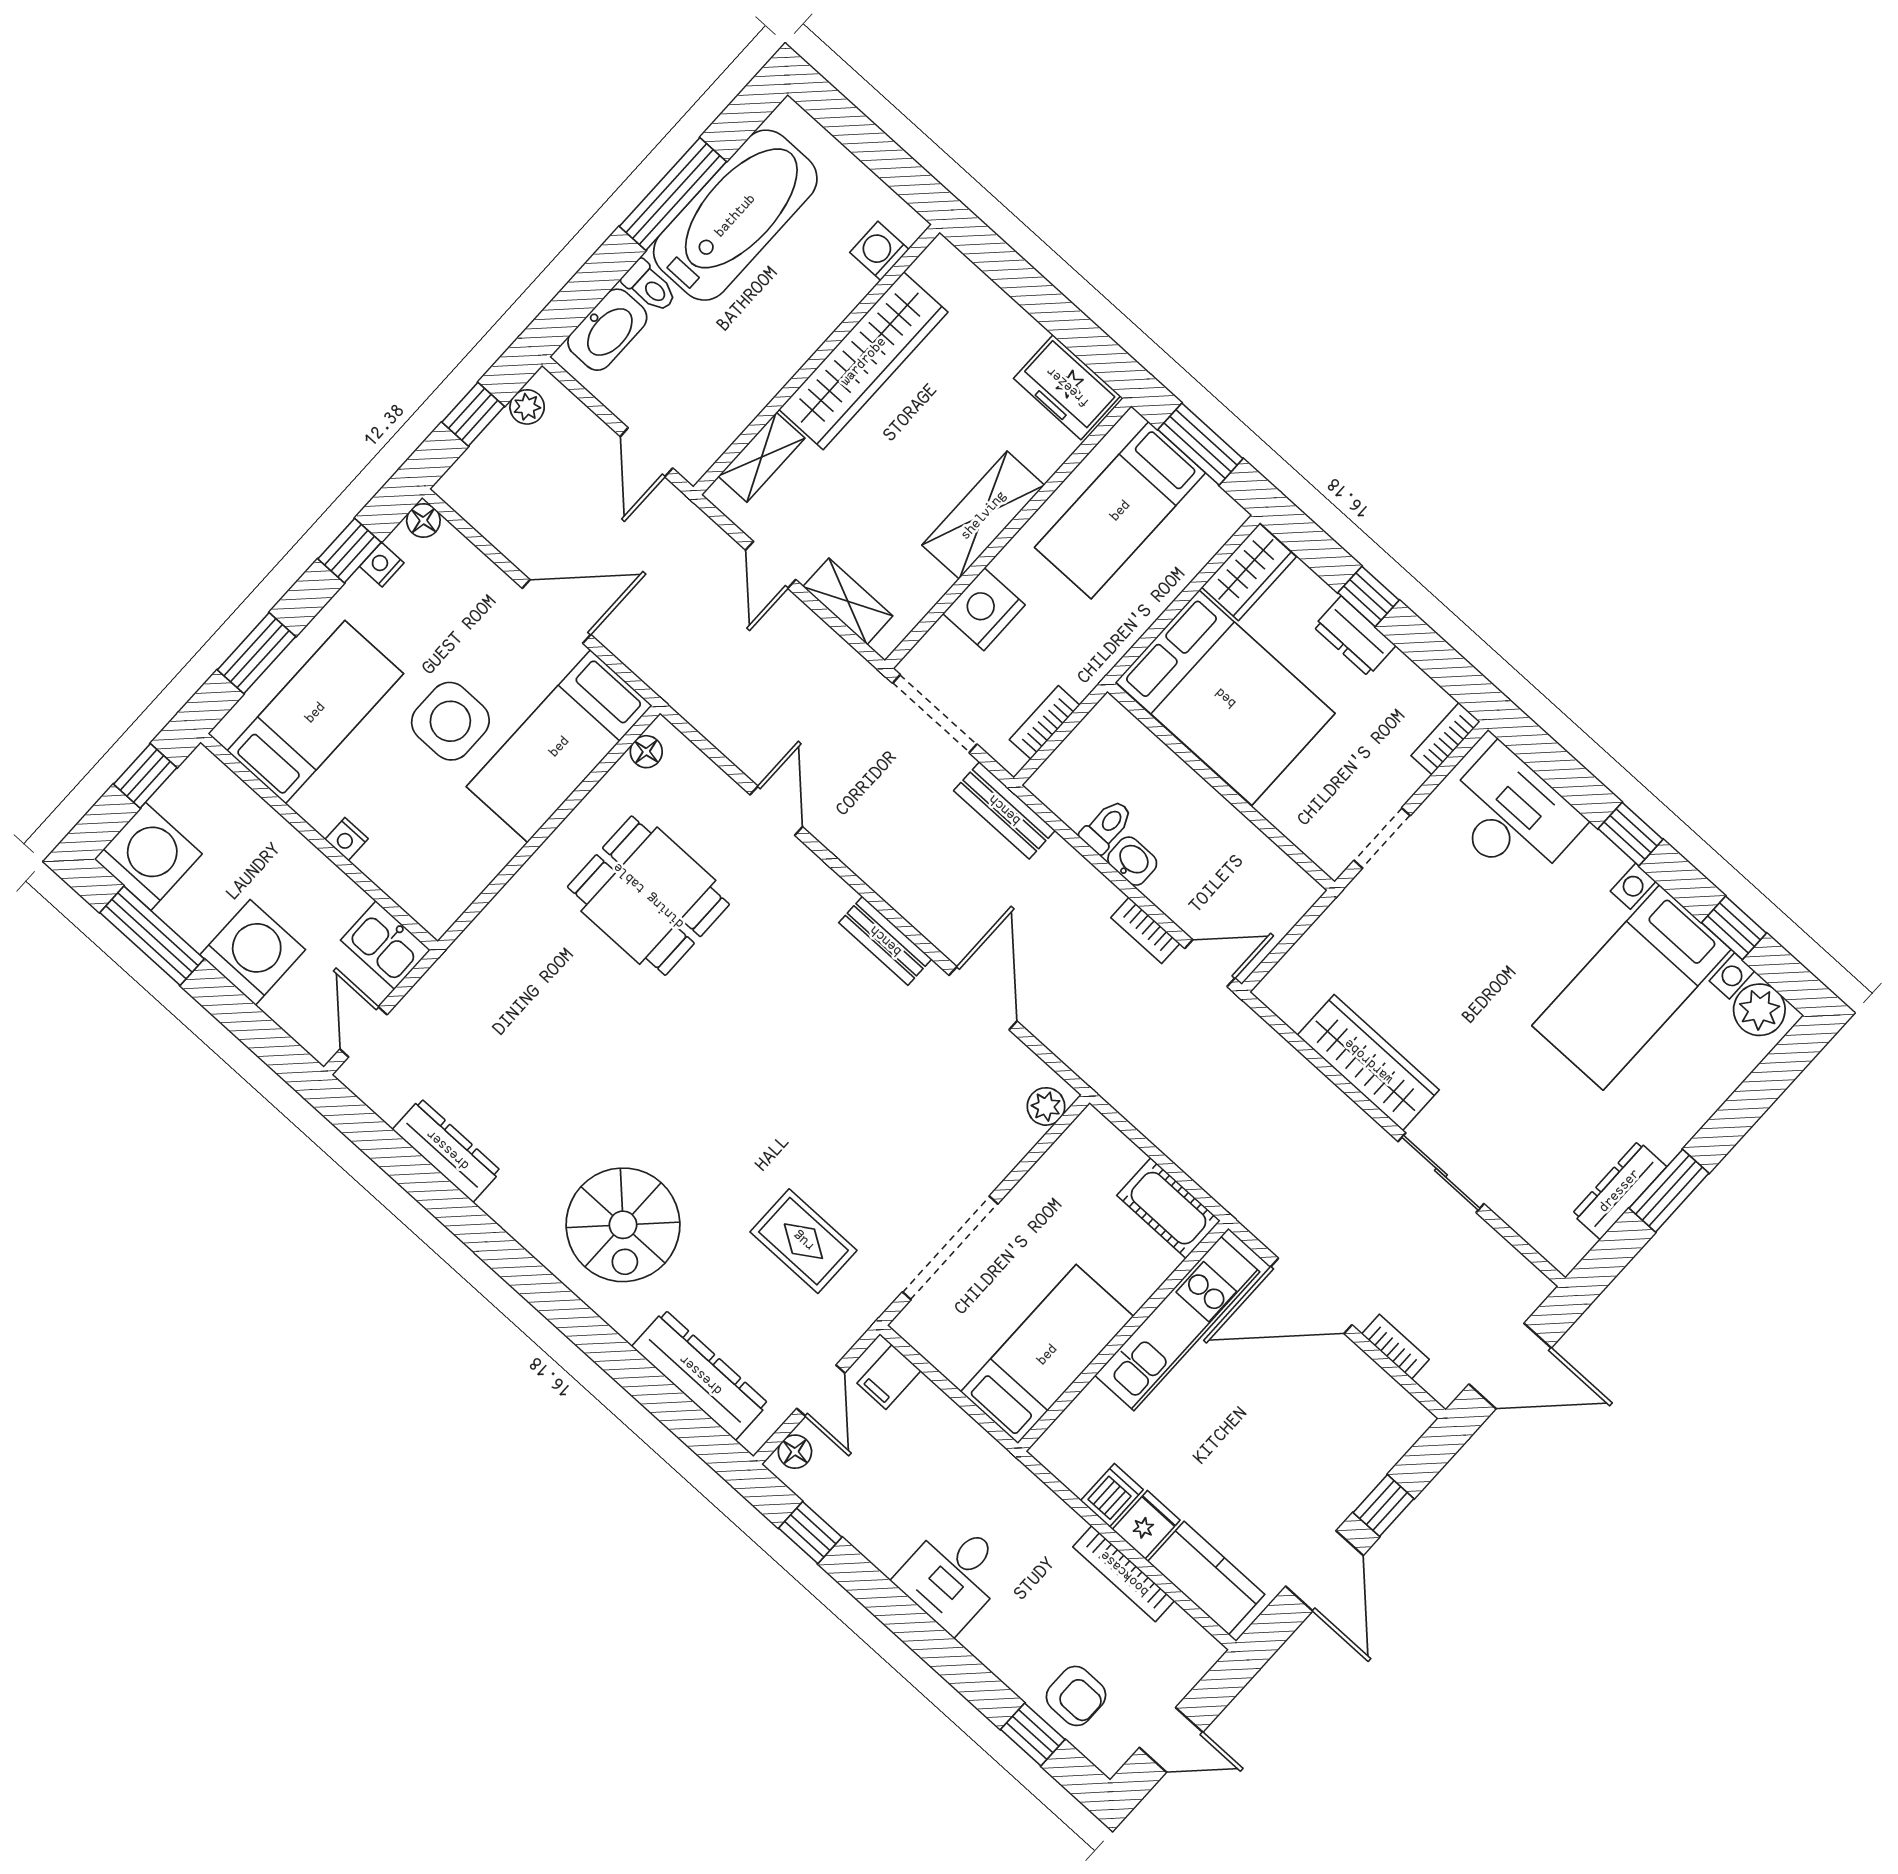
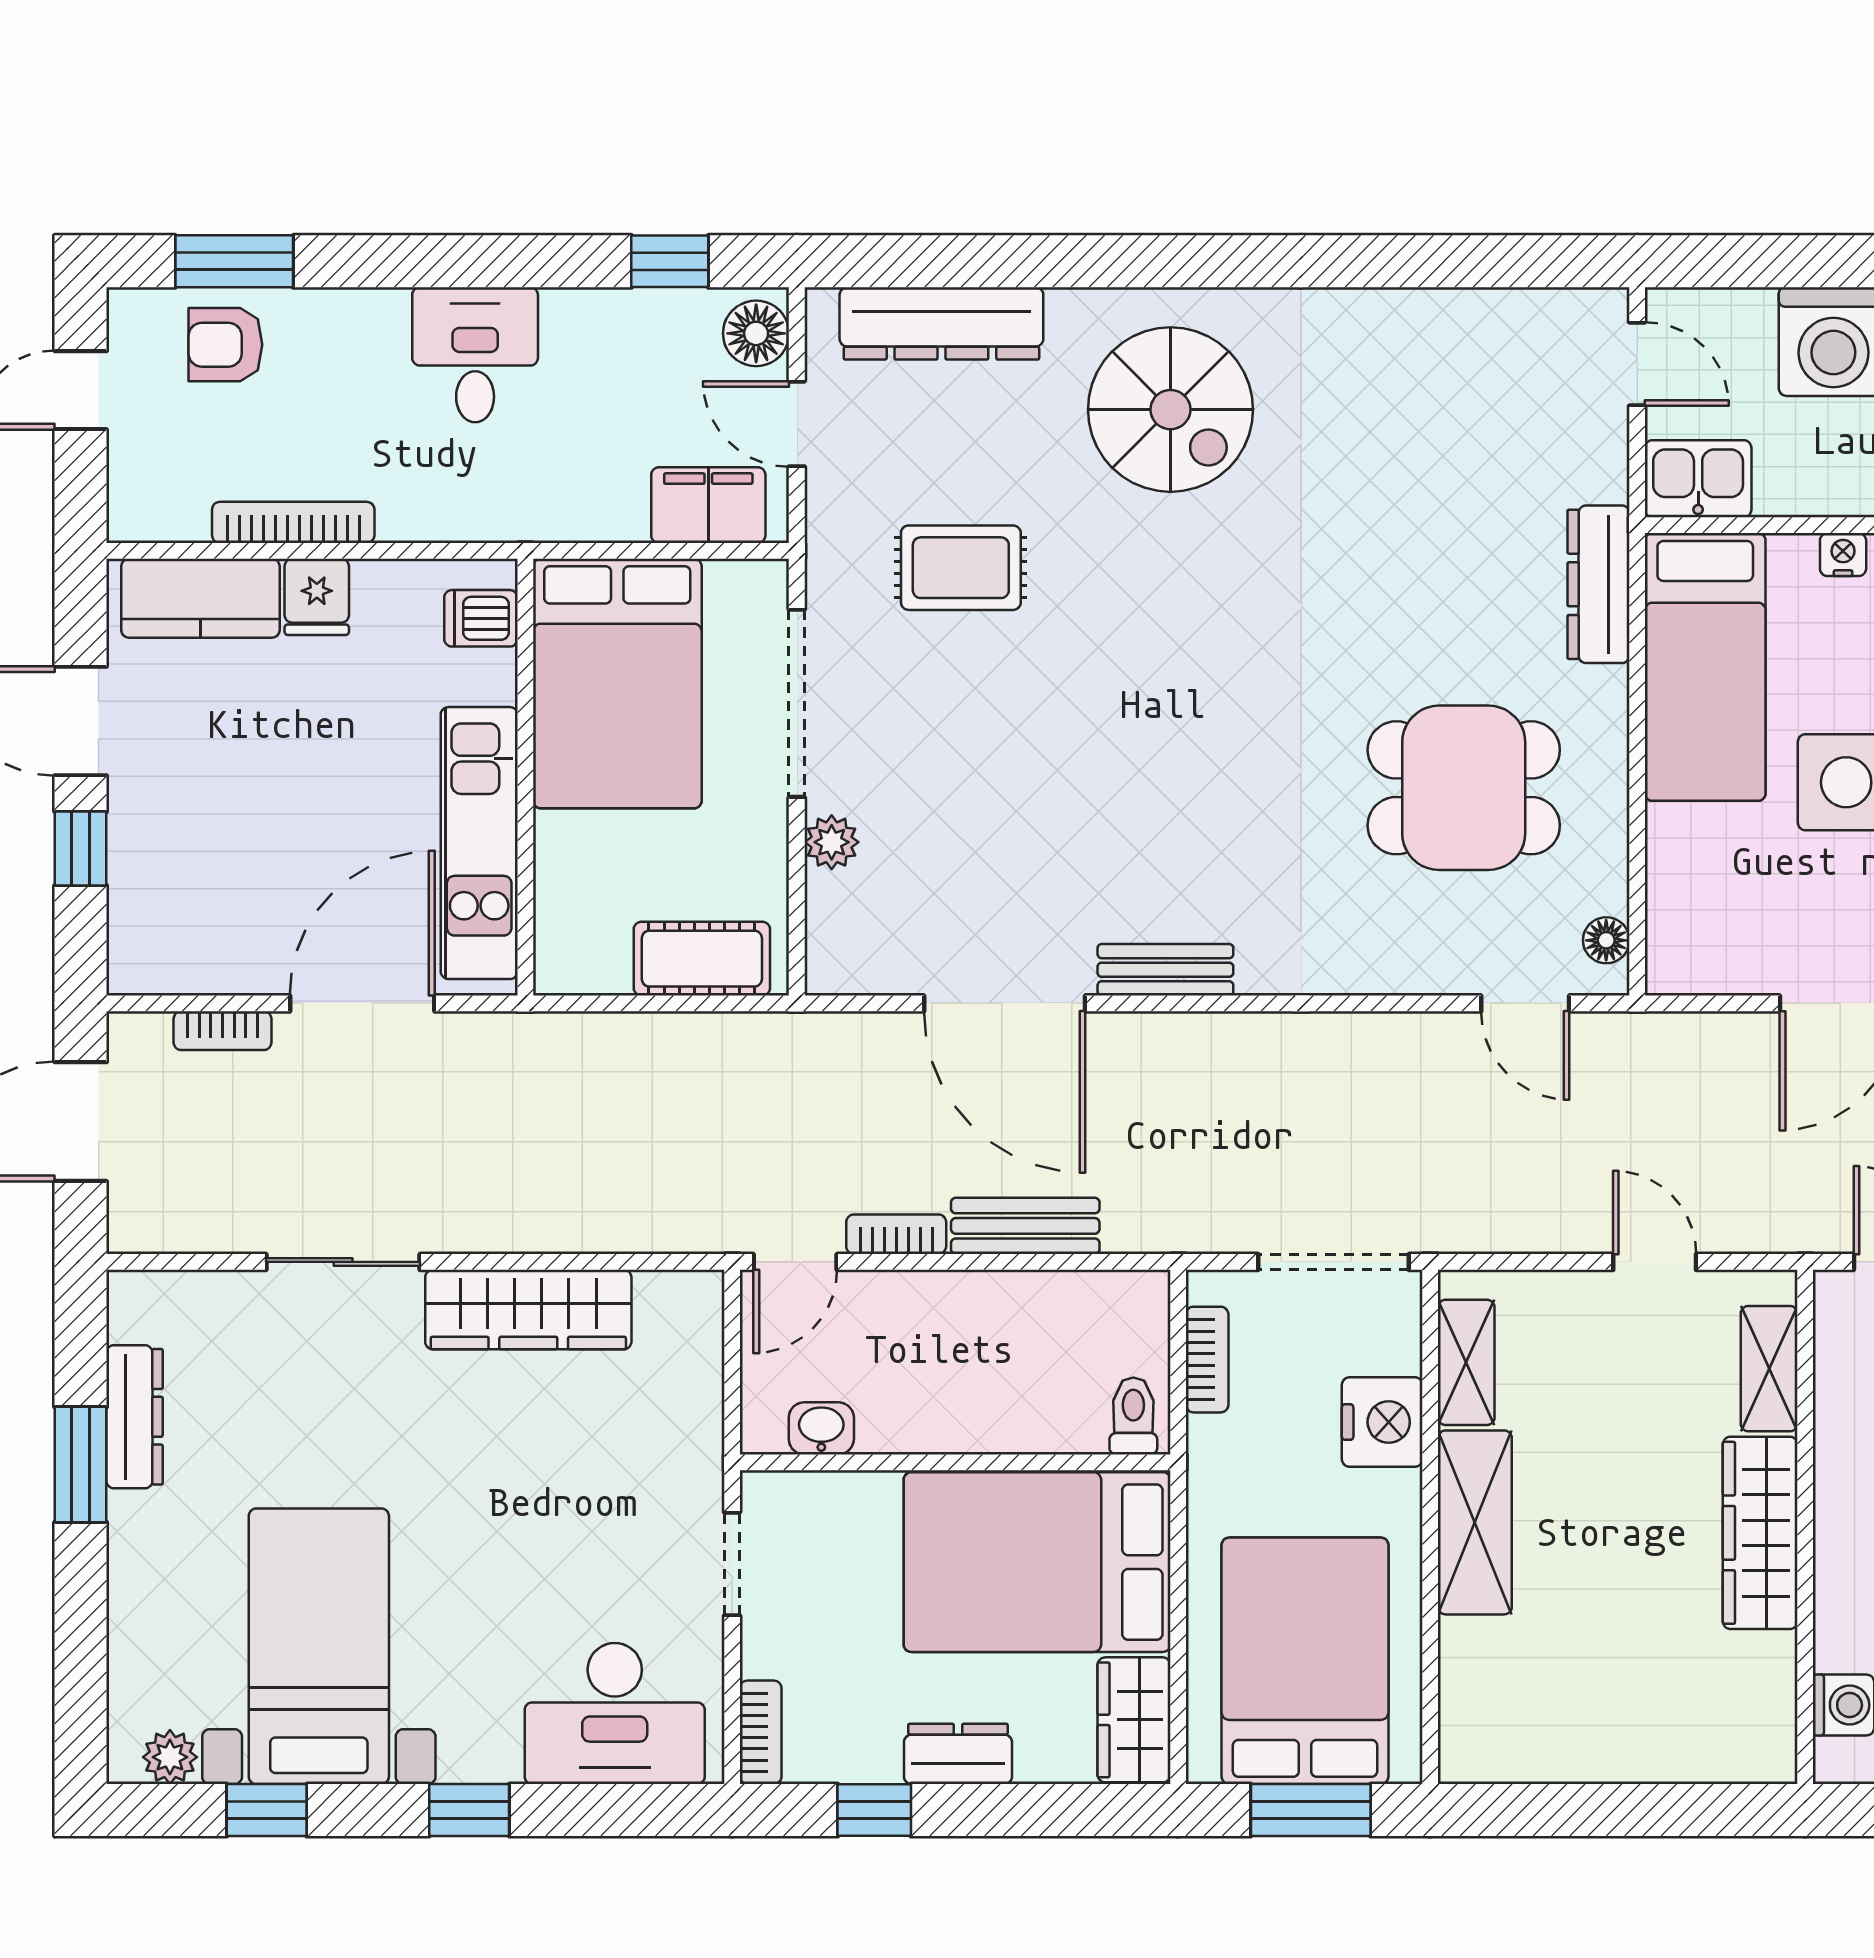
wardrobe: (863, 361) -> (1760, 1533), width x0.71, depth x0.85
freezer: (1067, 387) -> (1509, 1741), removed
bed: (1120, 510) -> (1305, 1661), width x1.50
window: (1369, 596) -> (874, 1810), moved
shelving: (848, 601) -> (1466, 1362), moved, turned 90
bed: (559, 746) -> (1705, 667), moved, turned 180
bench: (1004, 810) -> (1025, 1226), moved
door: (776, 811) -> (1525, 1003), moved
toilet: (1107, 826) -> (1133, 1416), moved, turned 180
washbasin: (1132, 861) -> (821, 1428), moved, turned 180
door: (983, 998) -> (1005, 1003), width x1.36
plant: (1759, 1010) -> (170, 1757), width x0.73, depth x0.73
plant: (1046, 1106) -> (832, 842), moved
dresser: (447, 1150) -> (1598, 584), moved, turned 90
cot: (1168, 1208) -> (702, 959), moved
spiral stairs: (623, 1225) -> (1170, 410), turned 180
bed: (1047, 1354) -> (617, 684), width x1.50
filing cabinet: (889, 1377) -> (708, 505), width x2.00
floor lamp: (795, 1452) -> (756, 333), width x1.37, depth x1.37
dishwasher: (1112, 1495) -> (481, 618), moved, turned 90
window: (1033, 1734) -> (234, 261), width x1.50

